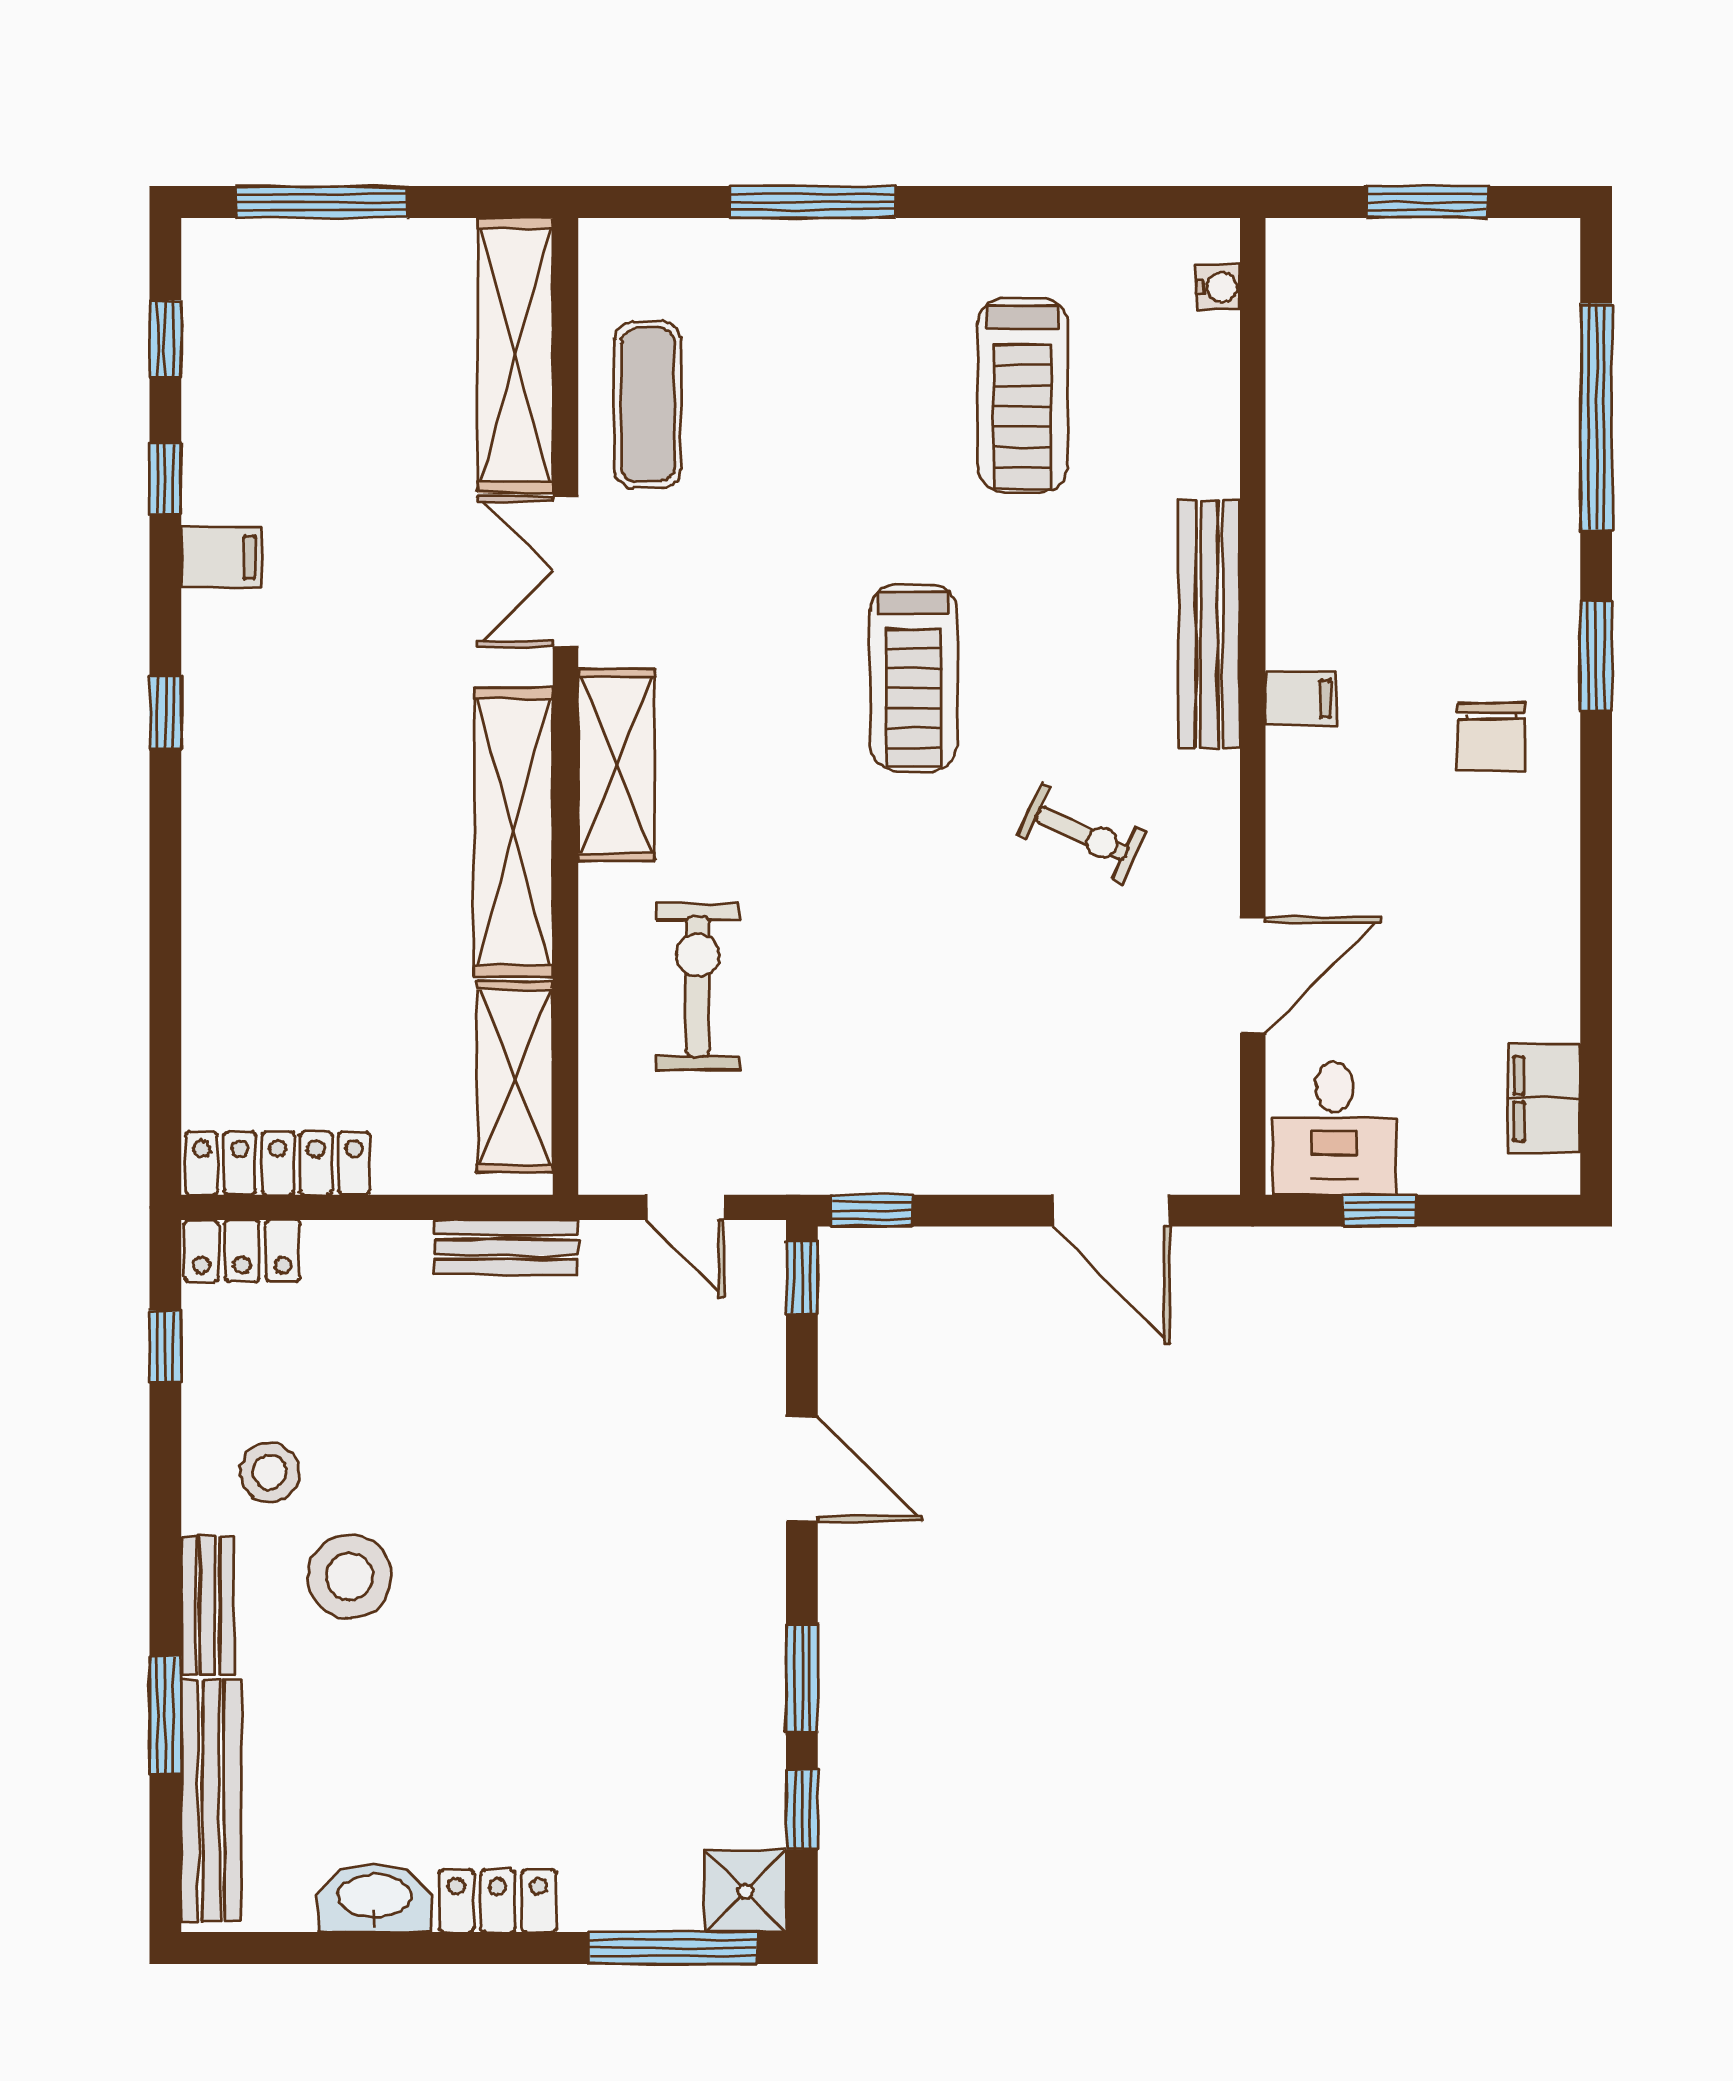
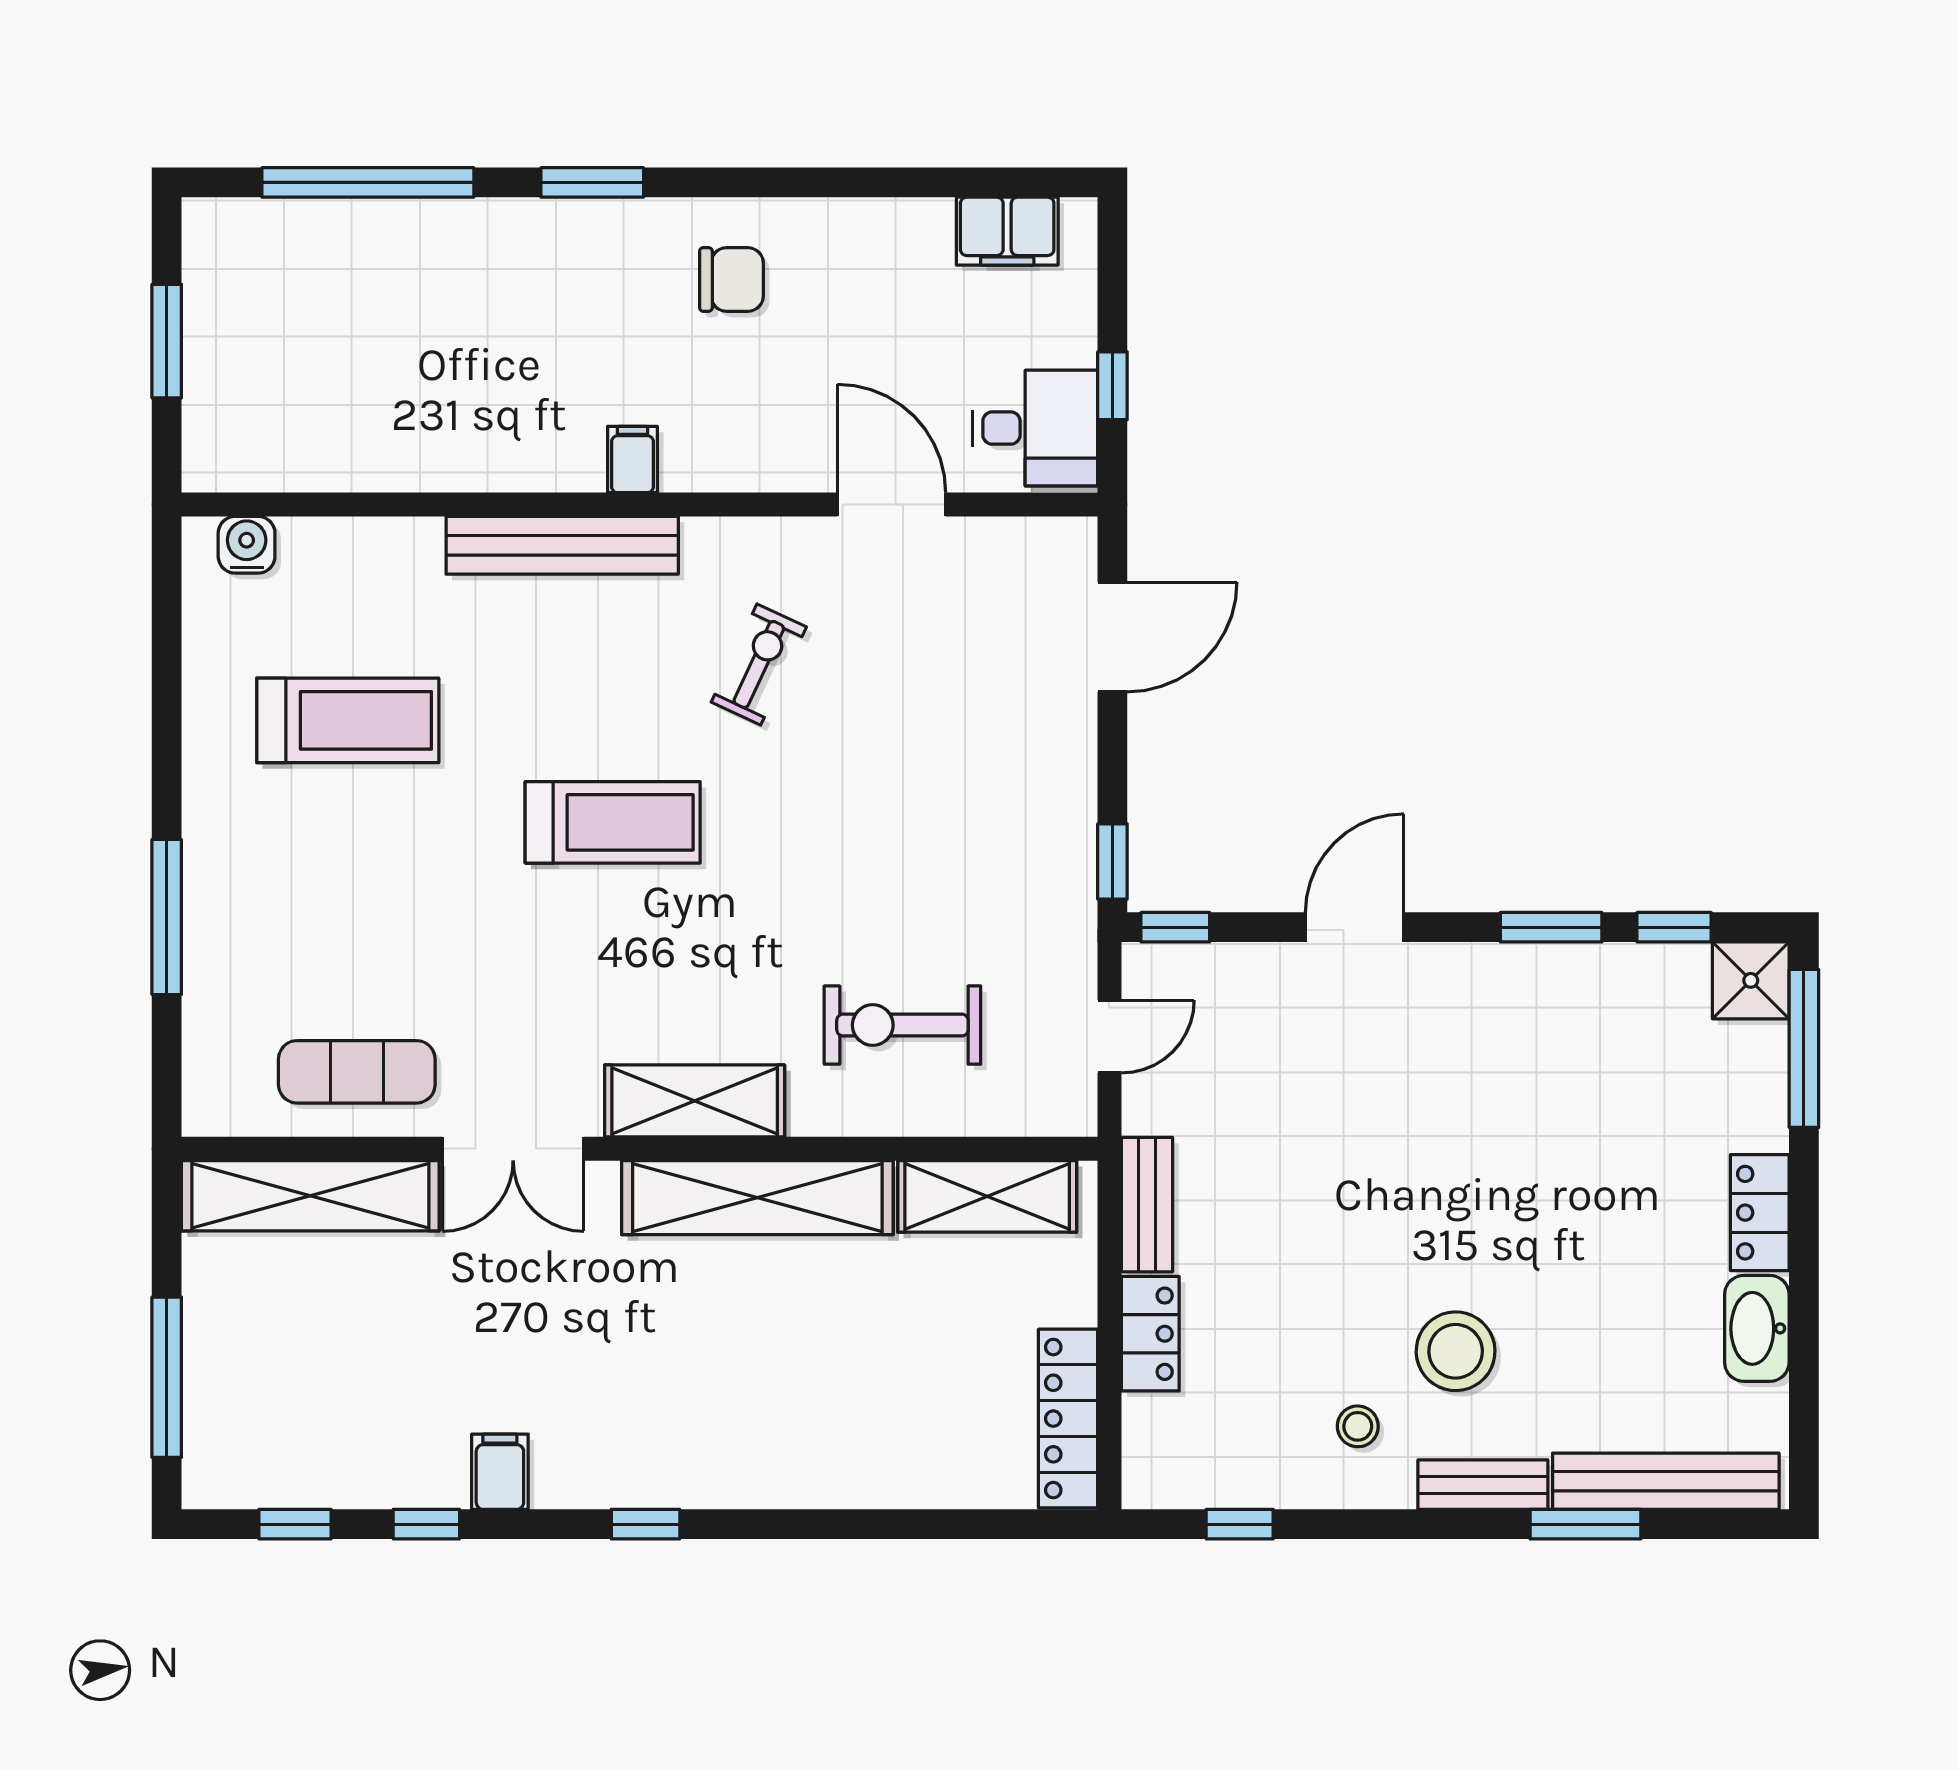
water cooler: (1218, 287) -> (247, 545), width x1.38, depth x1.38
chair: (1491, 736) -> (731, 279), moved
locker: (242, 1251) -> (1150, 1334), moved
stool: (270, 1472) -> (1358, 1426), width x0.73, depth x0.73

